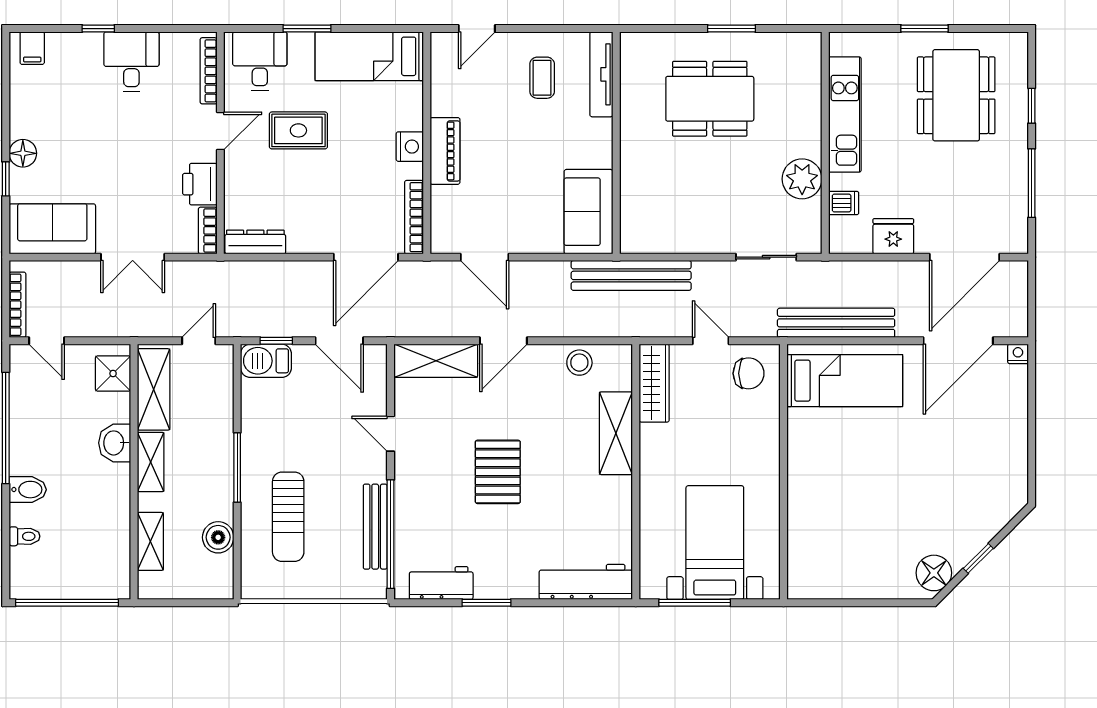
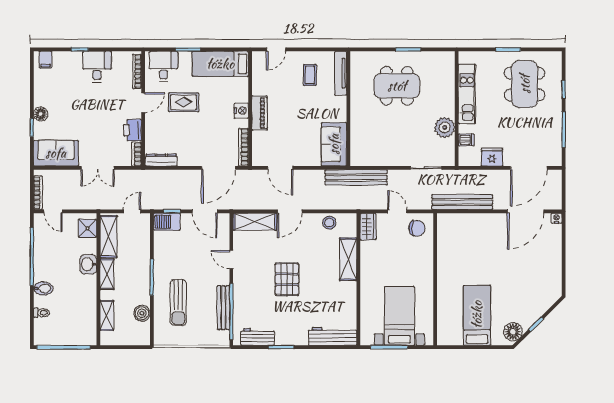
bed: (845, 381) -> (477, 315), moved, turned -90
wardrobe: (654, 383) -> (368, 227), width x0.67

